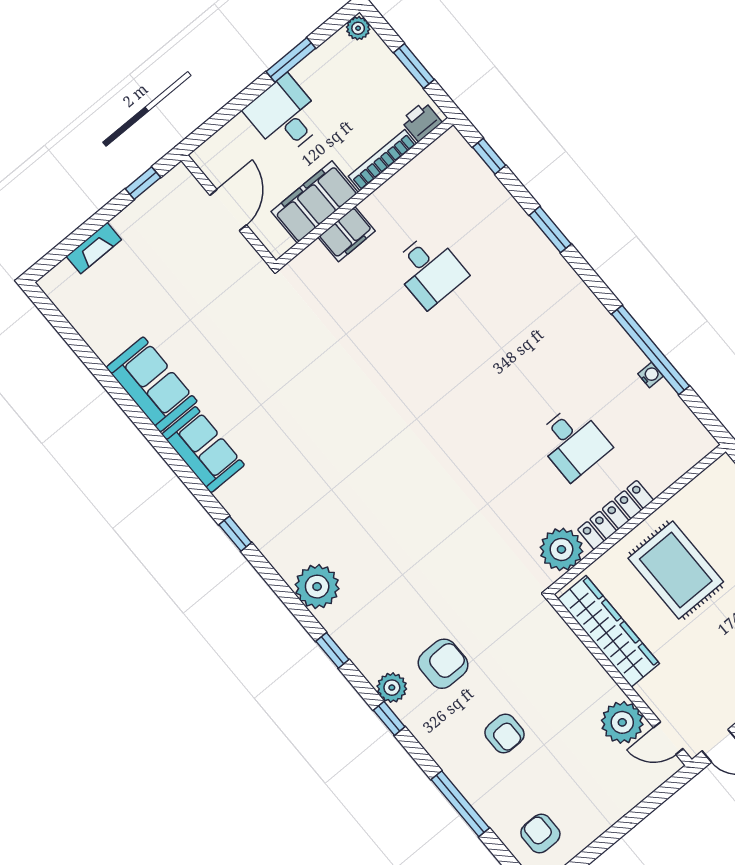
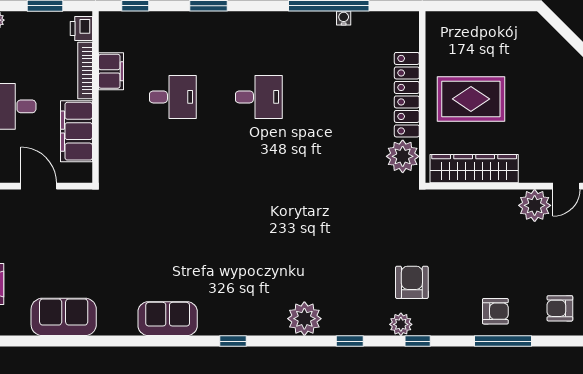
filing cabinet: (347, 234) -> (111, 71), moved
sofa: (152, 384) -> (64, 317), moved
desk: (573, 442) -> (259, 97), moved
locker: (616, 515) -> (407, 95), width x1.41, depth x1.21
armchair: (505, 733) -> (495, 311), moved

